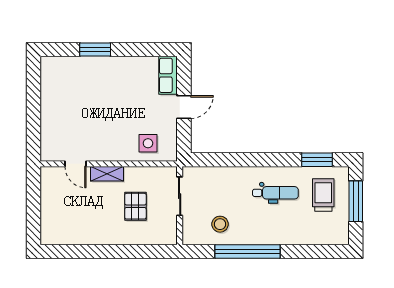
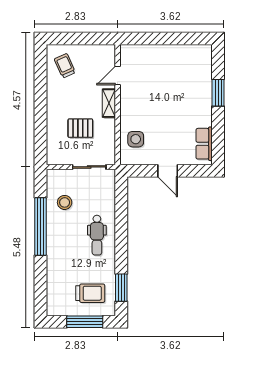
row of seats: (168, 75) -> (204, 144), moved, turned -90
dental chair: (275, 193) -> (97, 235), moved
trolley: (64, 224) -> (65, 66), added

